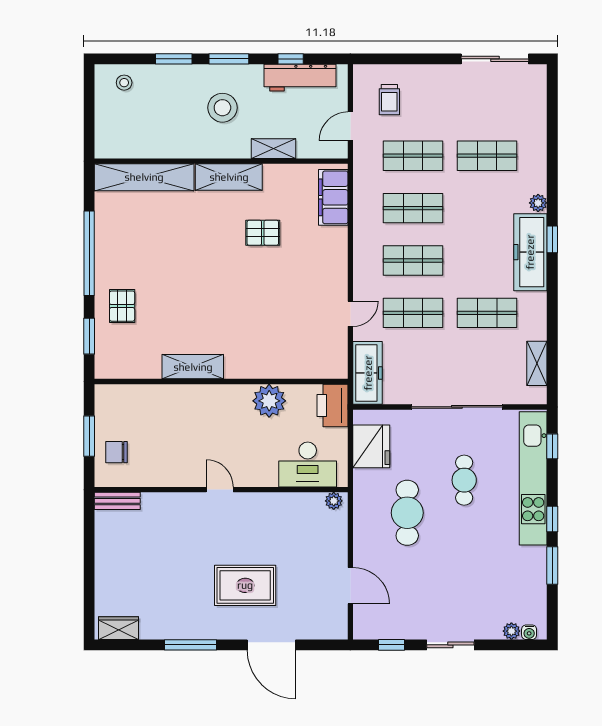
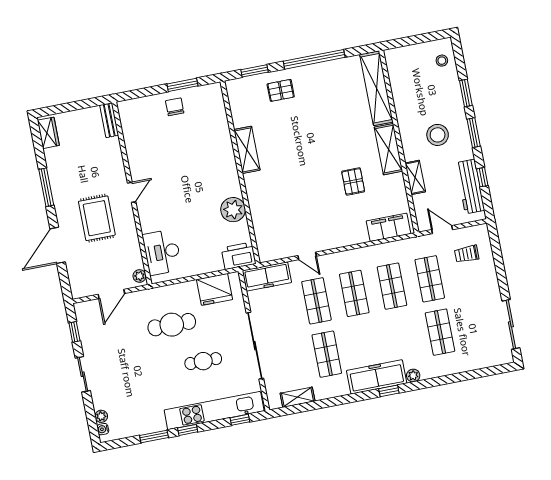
desk: (308, 464) -> (162, 252), moved
door: (220, 490) -> (132, 192), moved
wall: (221, 490) -> (132, 193), moved
bench: (117, 501) -> (109, 120), moved
plant: (334, 501) -> (140, 276), moved

